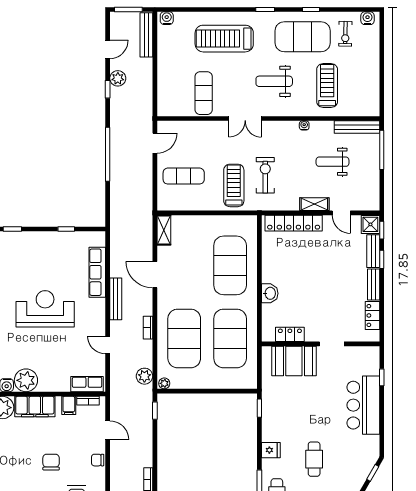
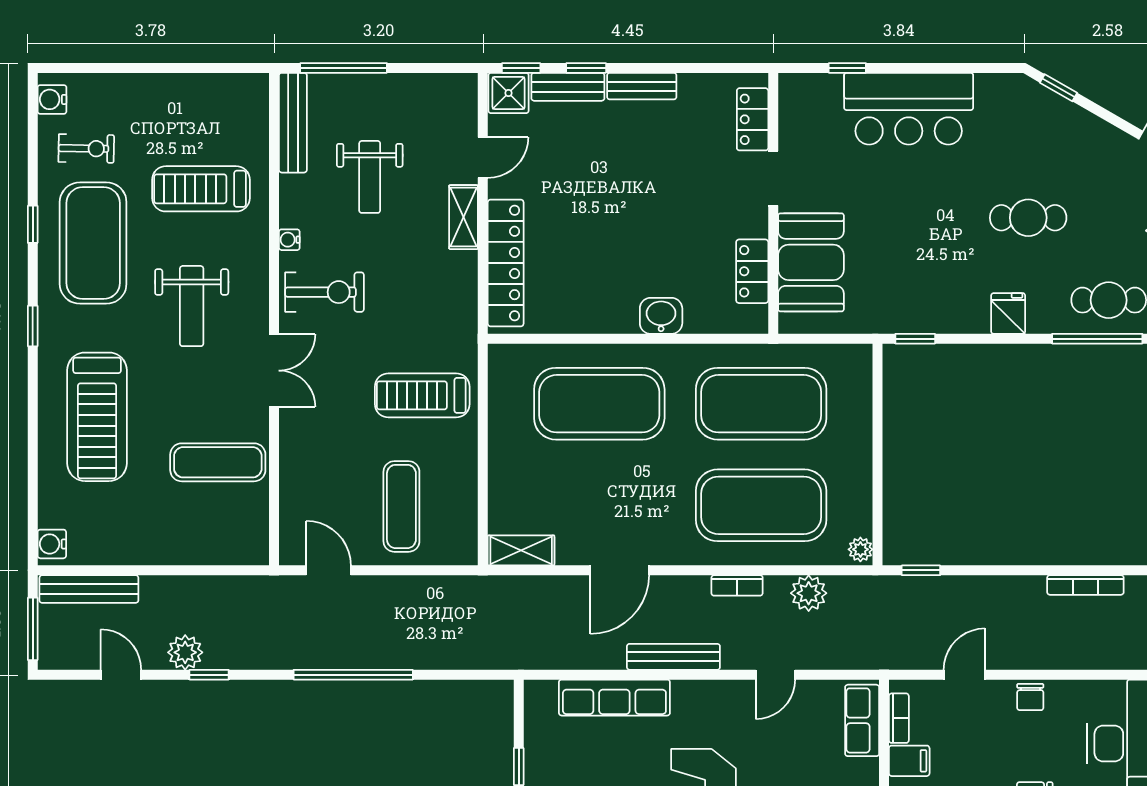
exercise bike: (265, 175) -> (324, 292), moved, turned 180
locker: (372, 315) -> (753, 119), moved, turned 90
plant: (144, 376) -> (809, 593), moved

